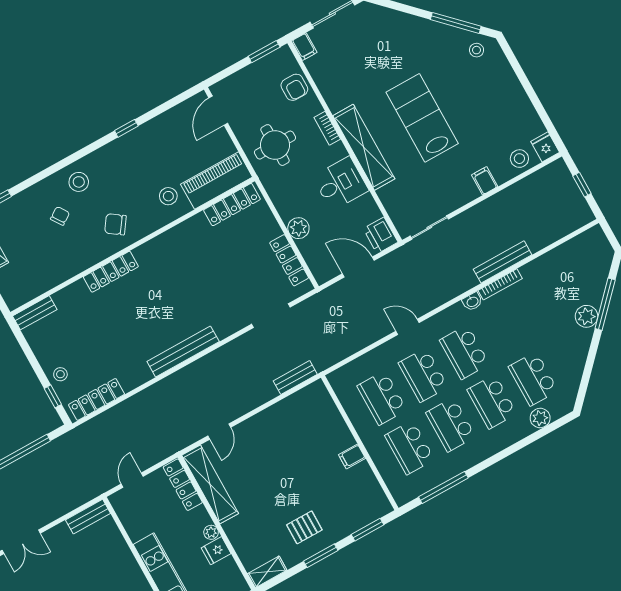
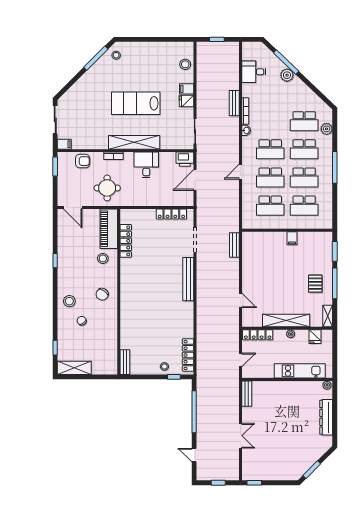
fridge: (545, 147) -> (187, 101), moved
locker: (232, 205) -> (126, 241), moved
plant: (298, 228) -> (157, 200), removed
bench: (503, 262) -> (234, 103), width x0.73
desk: (564, 265) -> (254, 72), added
locker: (111, 272) -> (126, 310), removed
bench: (183, 352) -> (188, 279), moved
door: (132, 480) -> (241, 360), swing flipped
shelving: (210, 484) -> (286, 320), moved
window: (443, 487) -> (335, 167), moved
fridge: (216, 551) -> (315, 337), moved
window: (321, 556) -> (335, 283), width x1.44

